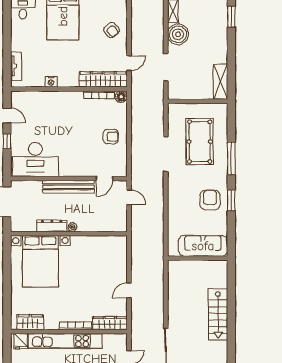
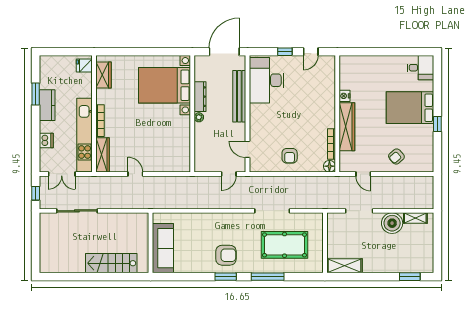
tv unit: (16, 66) -> (360, 61), removed
wardrobe: (103, 79) -> (347, 127), moved
bench: (69, 187) -> (239, 96), moved
sofa: (203, 246) -> (163, 248), moved
wall: (198, 258) -> (151, 243), moved
kitchen unit: (65, 341) -> (85, 135), moved

